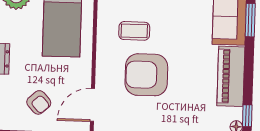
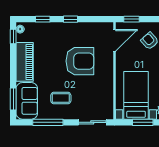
coffee table: (134, 31) -> (61, 98), moved

